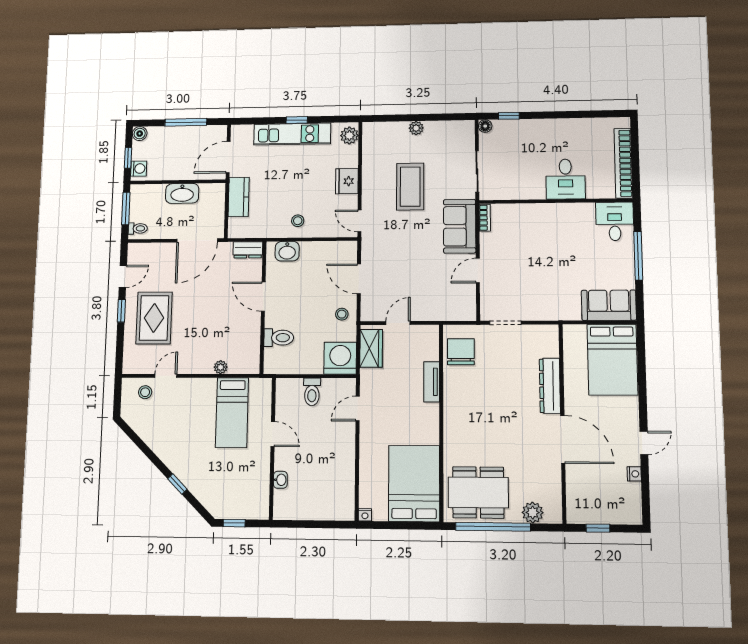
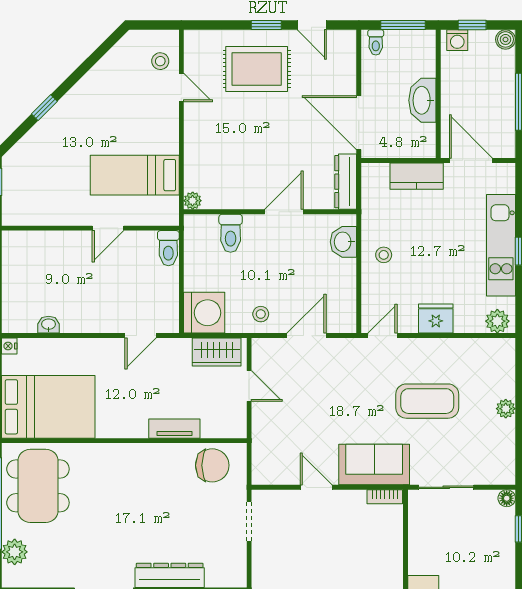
dresser: (248, 250) -> (346, 182), width x1.44
plant: (221, 367) -> (193, 201), moved
toilet: (312, 392) -> (168, 248), moved, turned -90
door: (358, 409) -> (140, 336), swing flipped
washbasin: (280, 480) -> (49, 325), moved, turned 180

